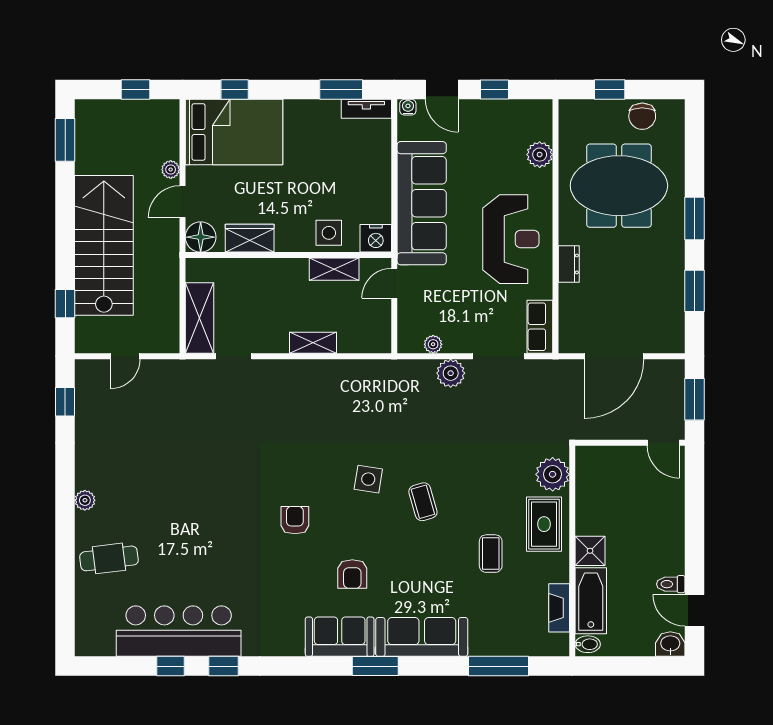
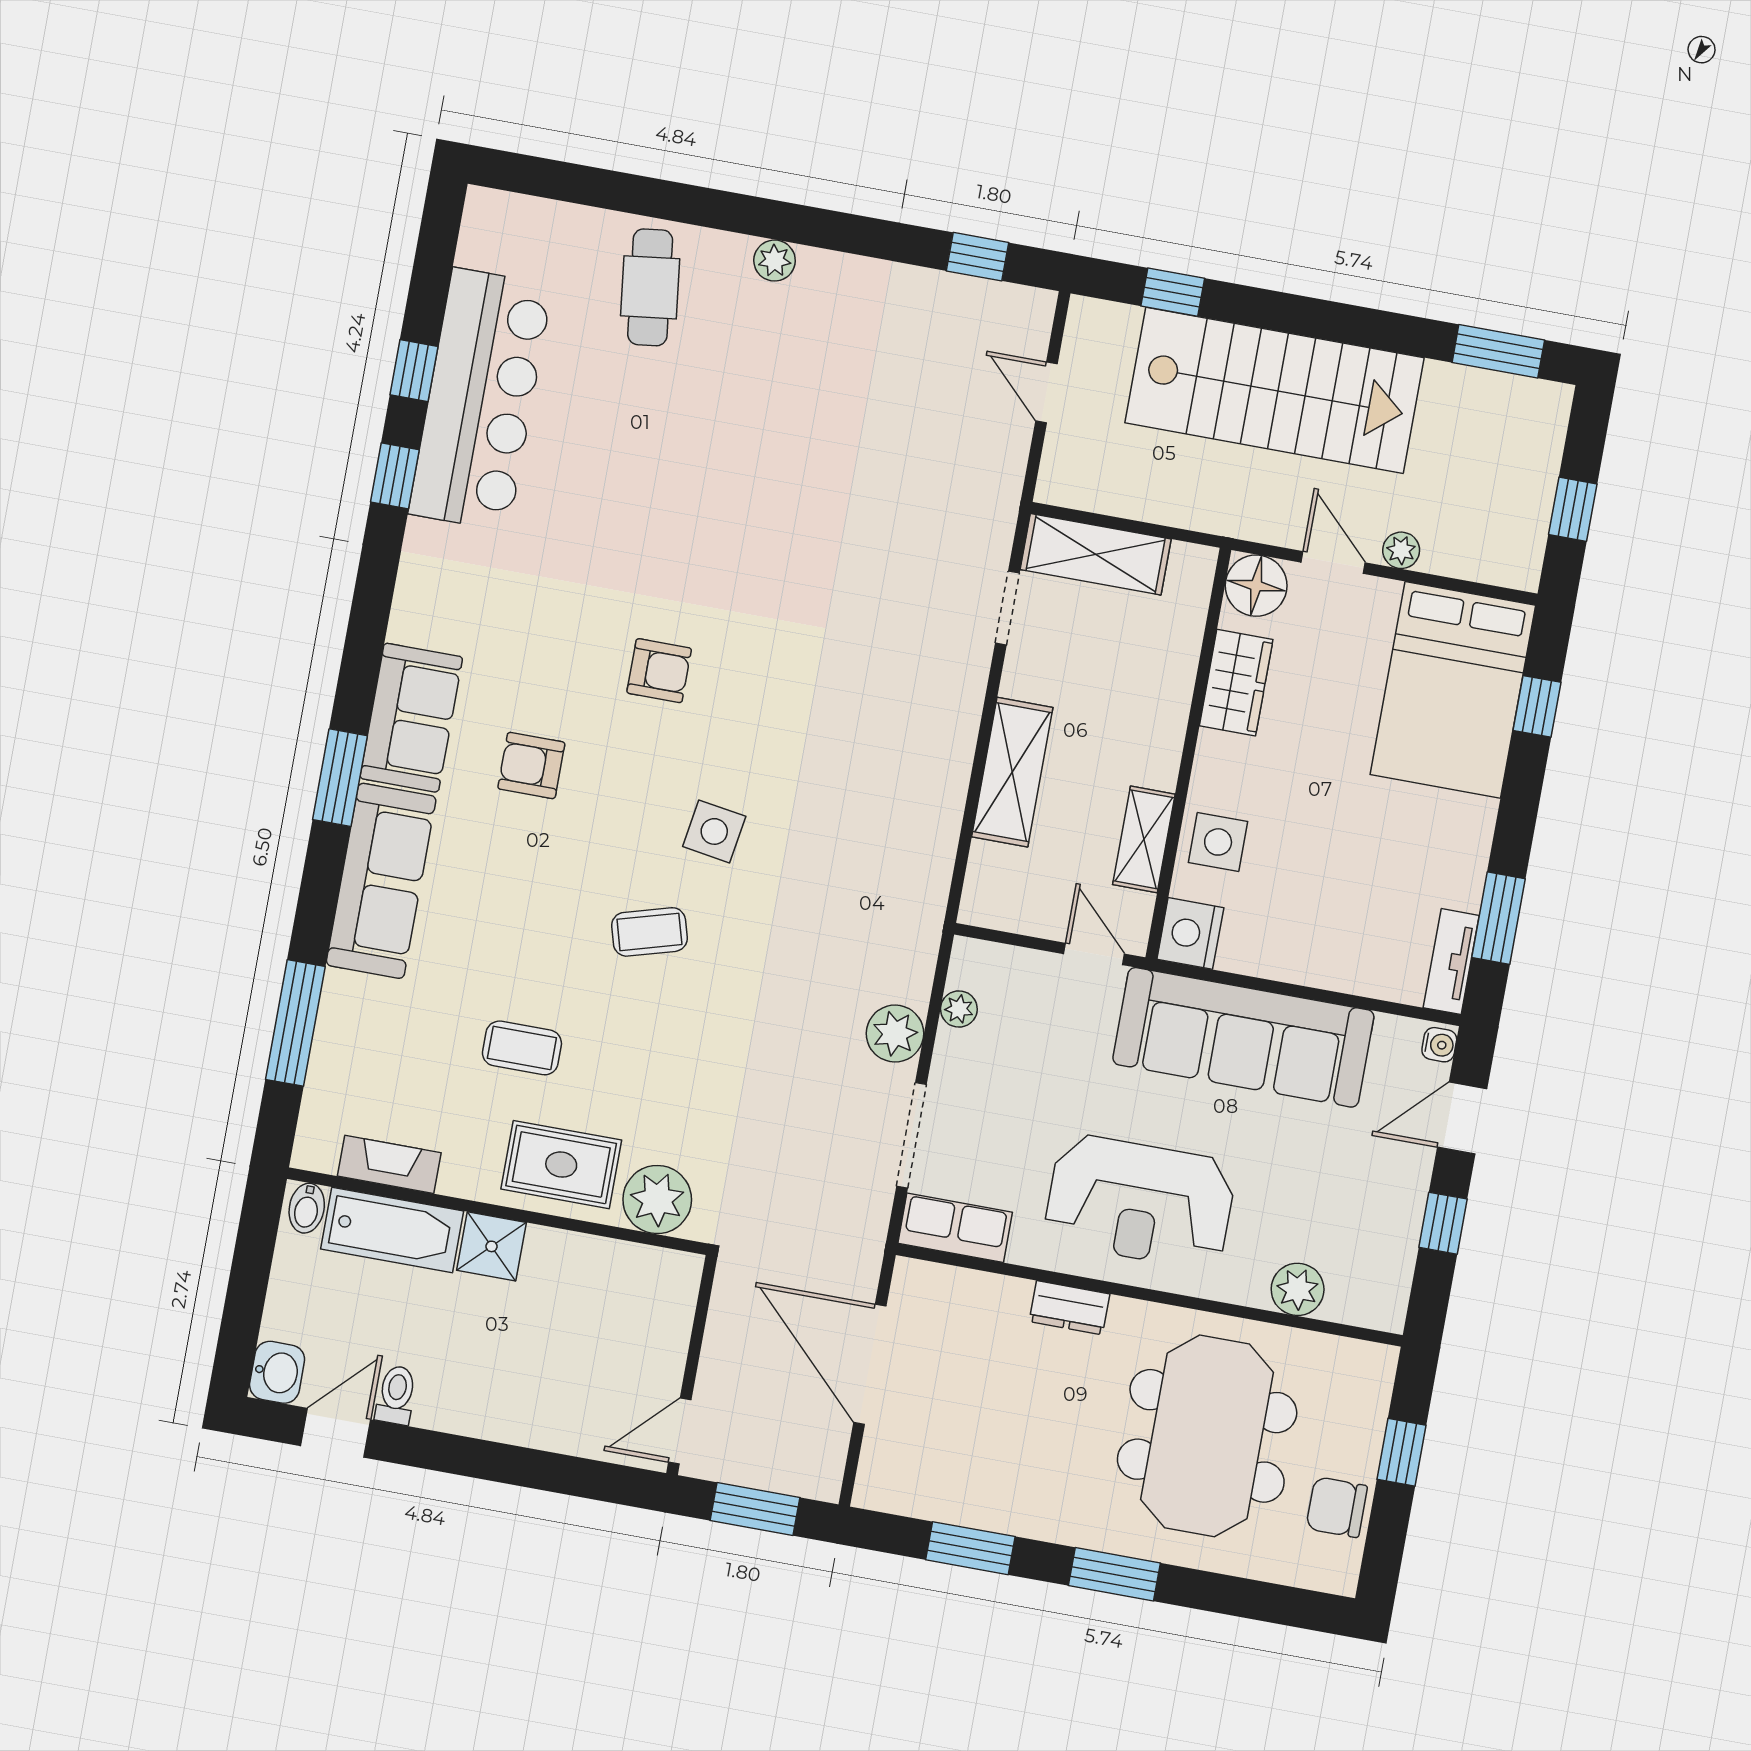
shelving: (313, 343) -> (1012, 772), width x1.50, depth x1.33

